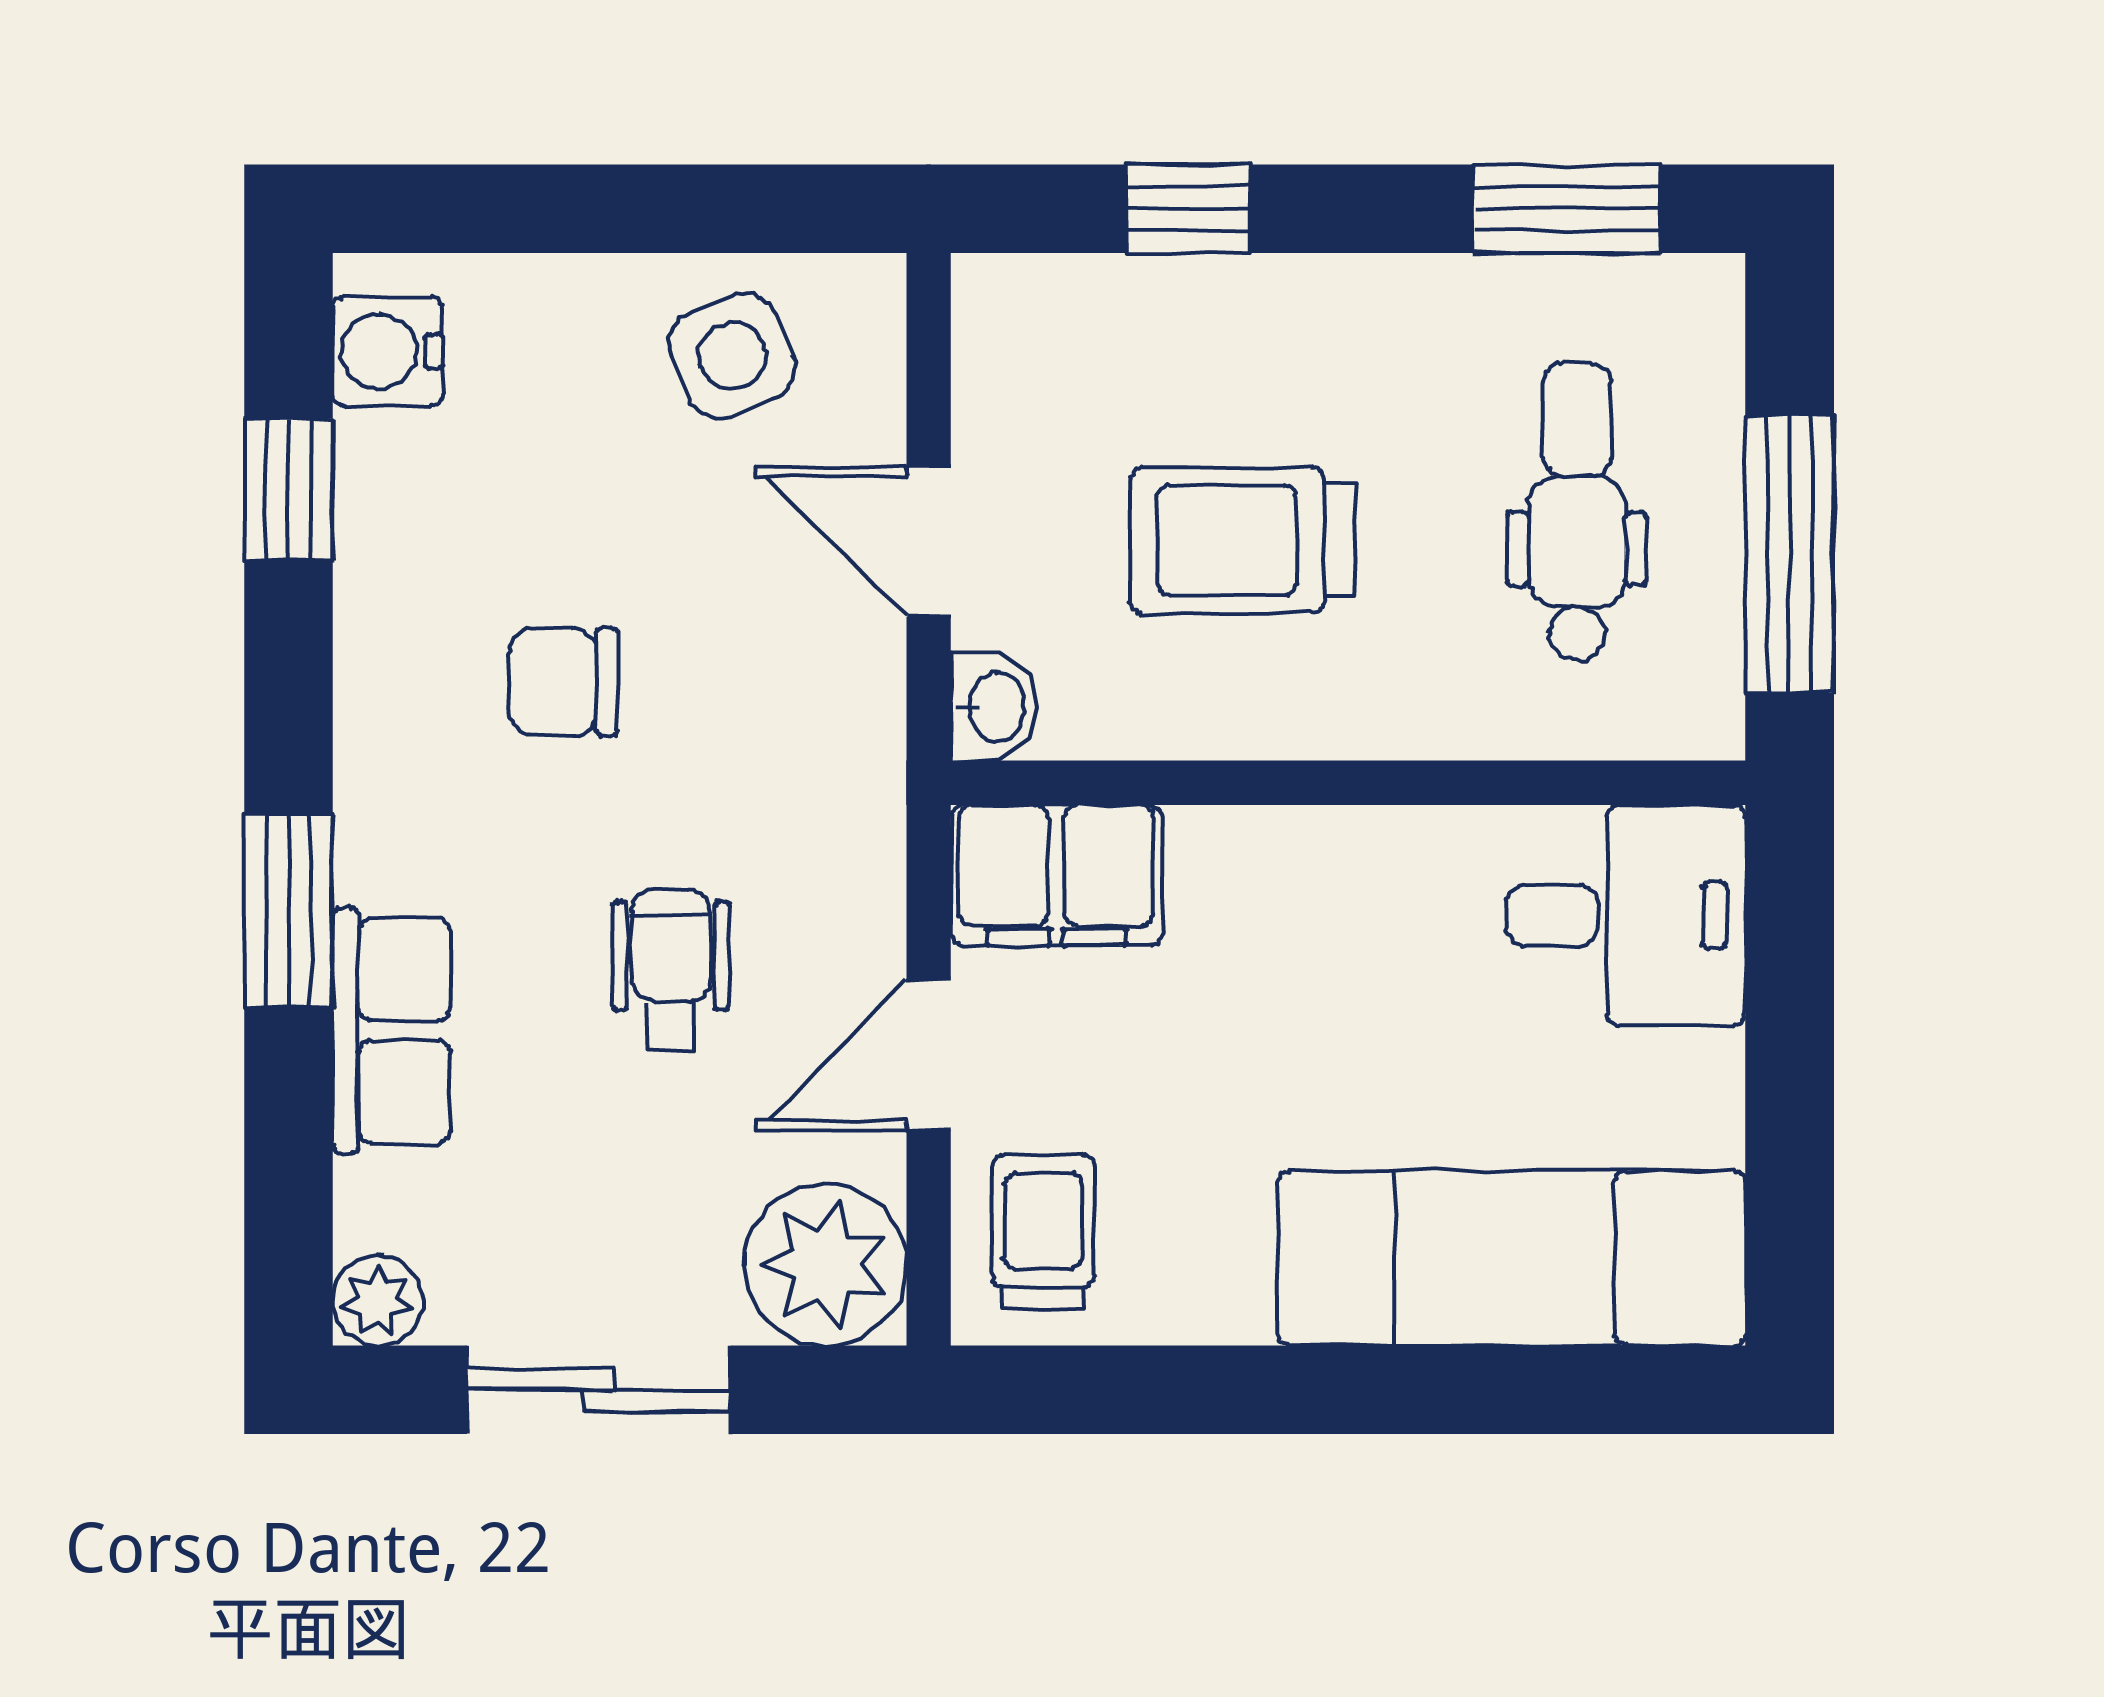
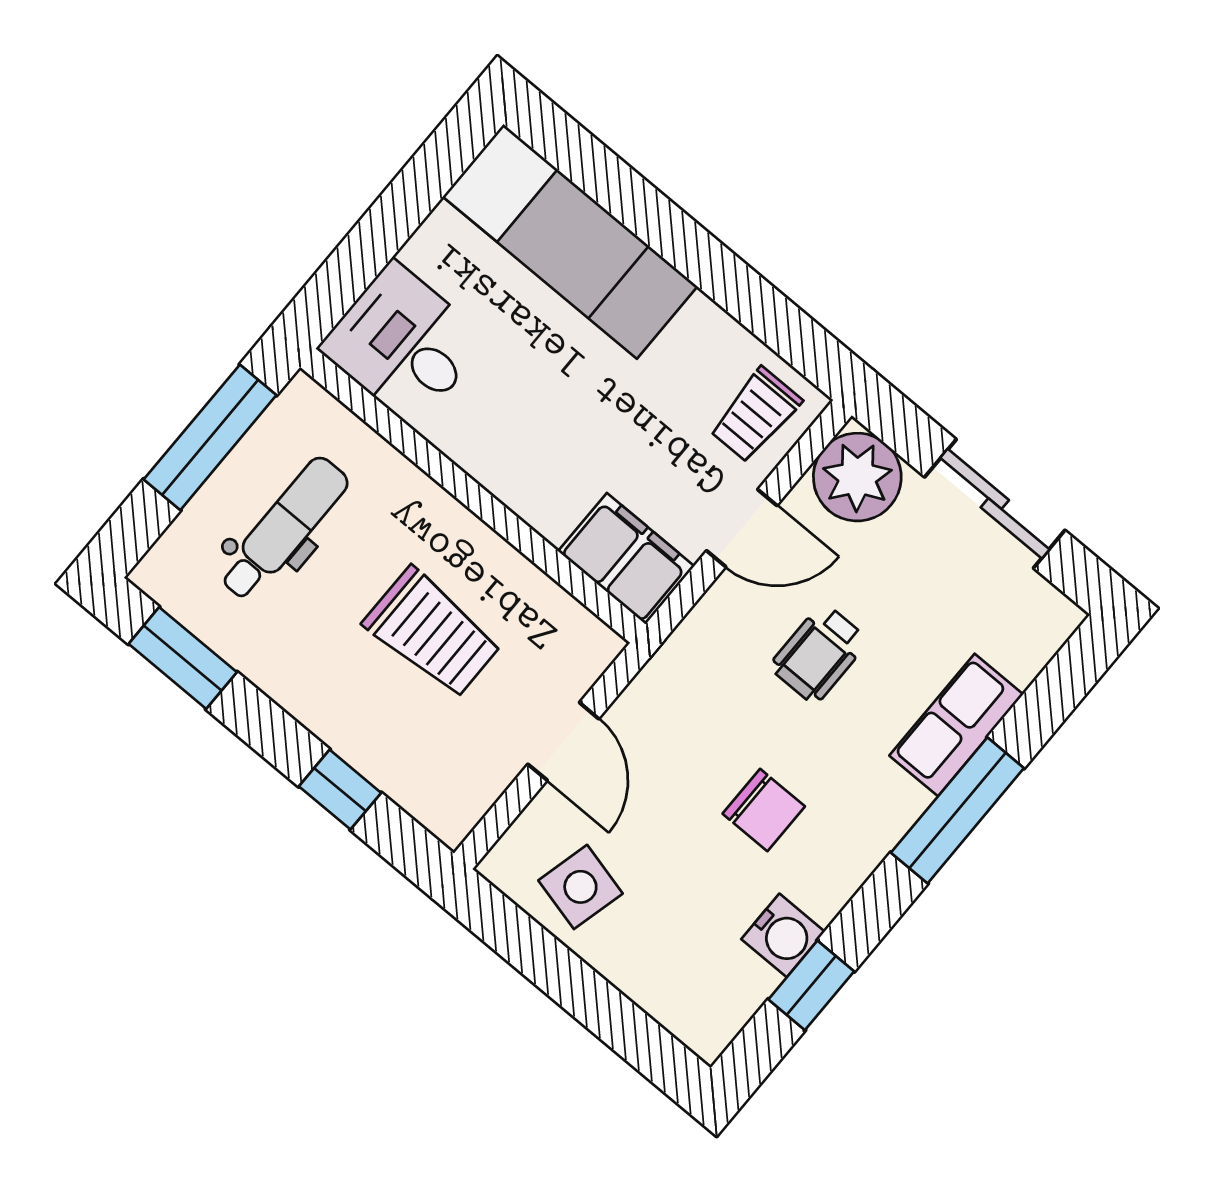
water cooler: (388, 351) -> (783, 935), moved
side table: (732, 356) -> (580, 887), turned 36
dental chair: (1577, 512) -> (284, 529), turned 180
washbasin: (995, 706) -> (593, 650), removed
window: (288, 911) -> (957, 810), width x1.44
plant: (378, 1301) -> (1056, 618), removed

